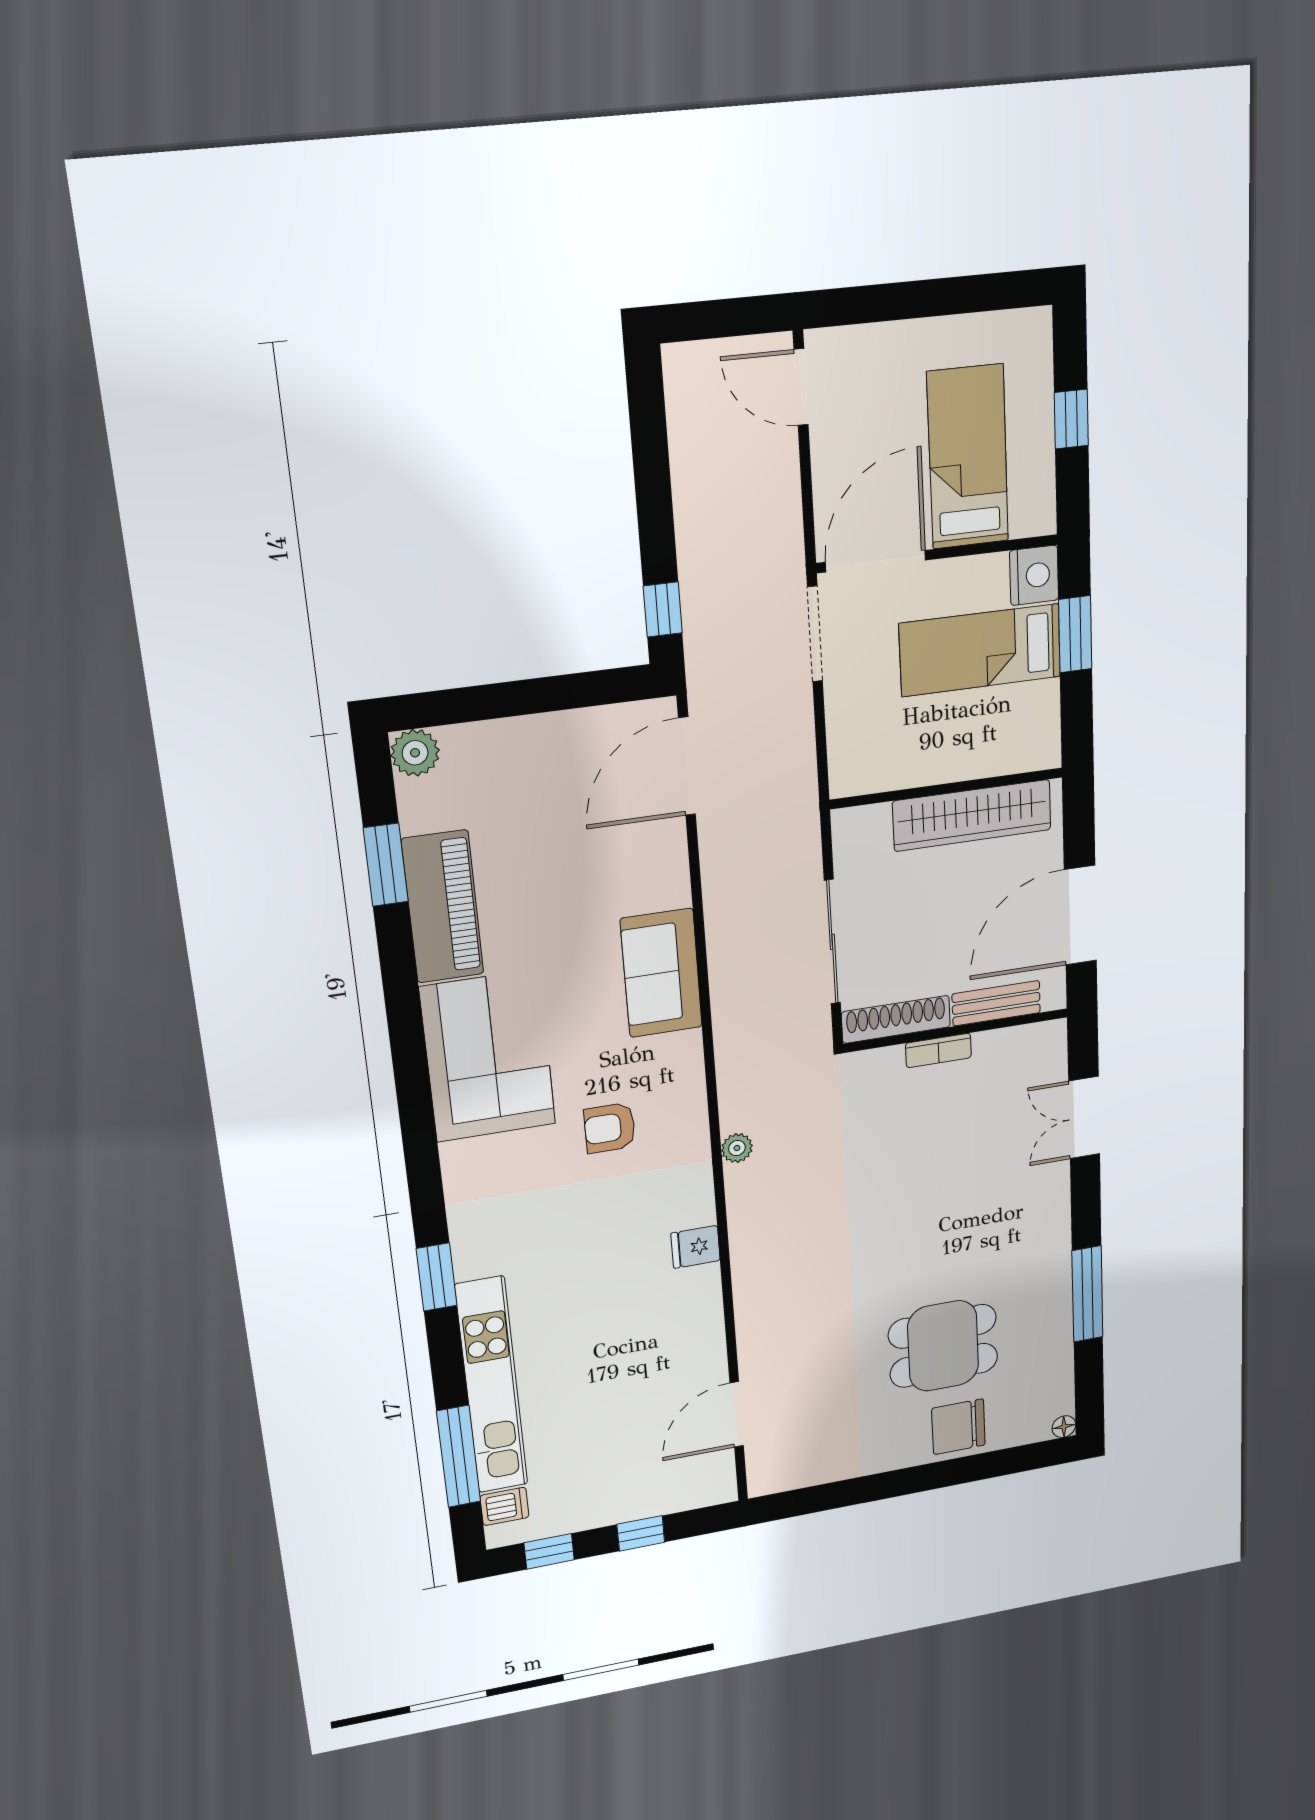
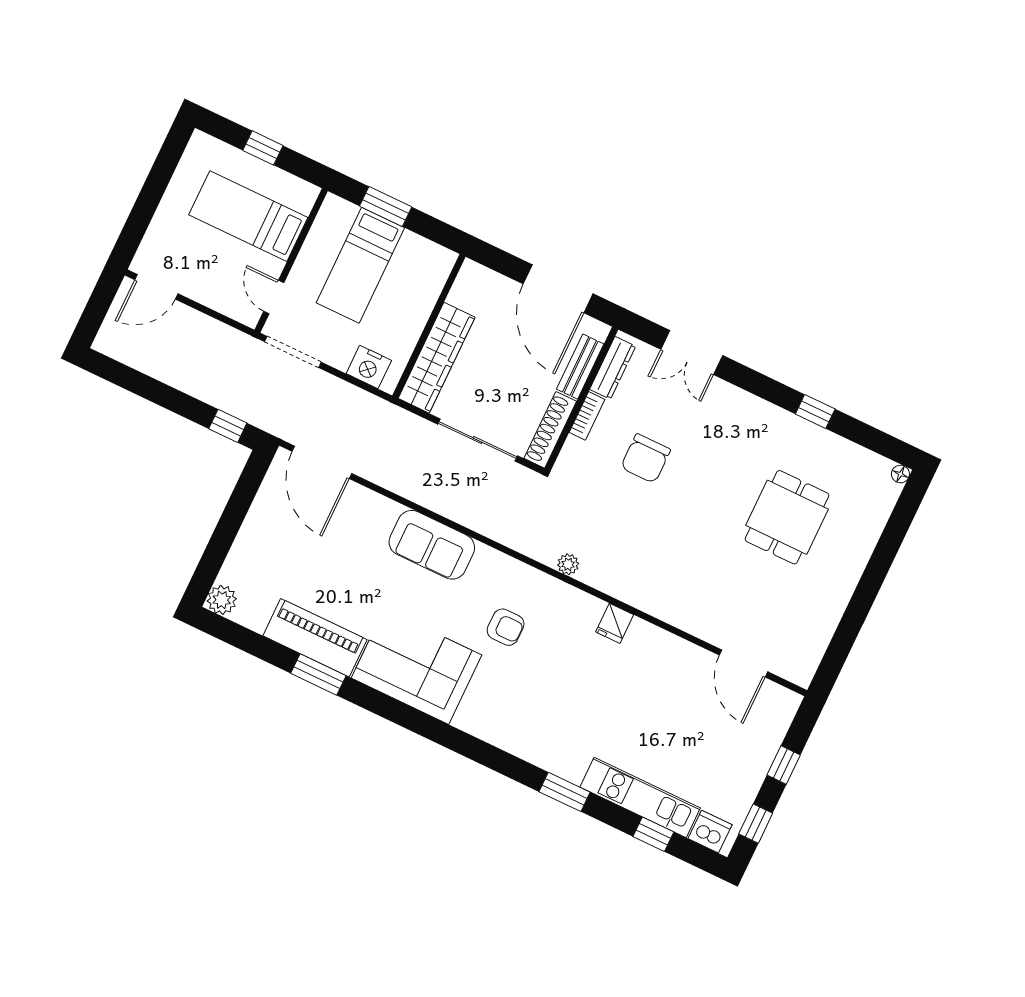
door: (876, 561) -> (274, 297), width x0.53
nightstand: (1034, 575) -> (369, 367), moved, turned 180
wardrobe: (972, 815) -> (437, 358), moved
window: (386, 865) -> (318, 674), moved
dresser: (1016, 1041) -> (613, 368), added
armchair: (610, 1128) -> (506, 627), turned -90
window: (437, 1277) -> (565, 792), moved
window: (1087, 1294) -> (815, 411), width x0.46
kitchen unit: (492, 1386) -> (640, 797), width x0.73
chair: (958, 1427) -> (646, 458), moved
window: (459, 1456) -> (653, 834), width x0.46
dishwasher: (504, 1506) -> (710, 832), width x1.38

